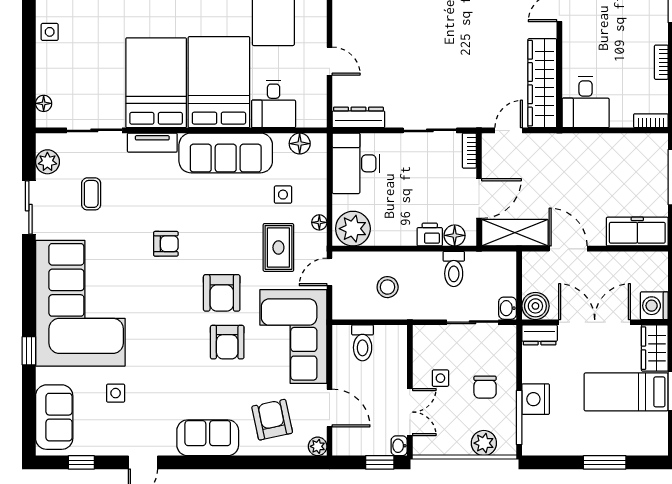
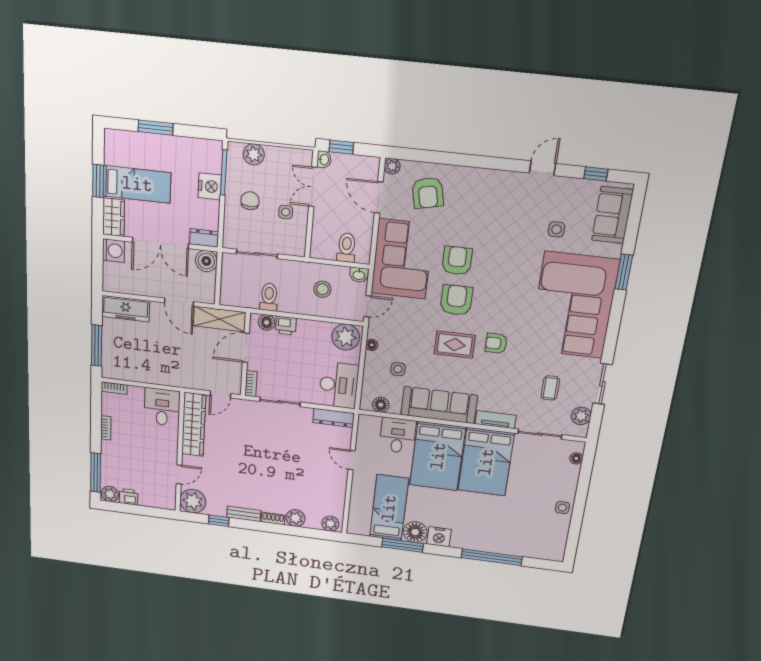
rug: (278, 247) -> (455, 345), moved, turned 90
washbasin: (508, 308) -> (359, 275), moved, turned 90
window: (29, 351) -> (624, 272), width x1.50
sofa: (208, 438) -> (484, 183), removed

